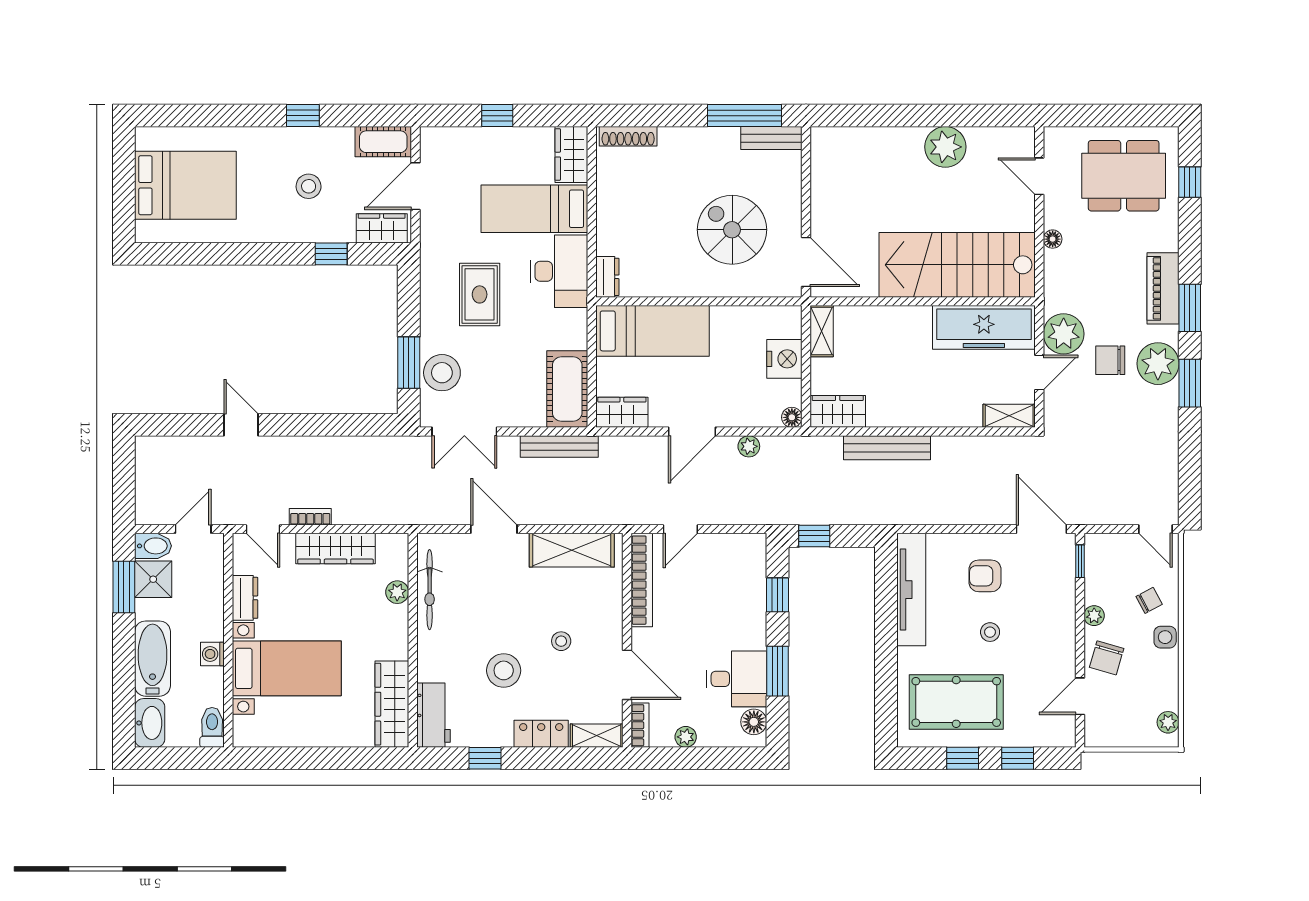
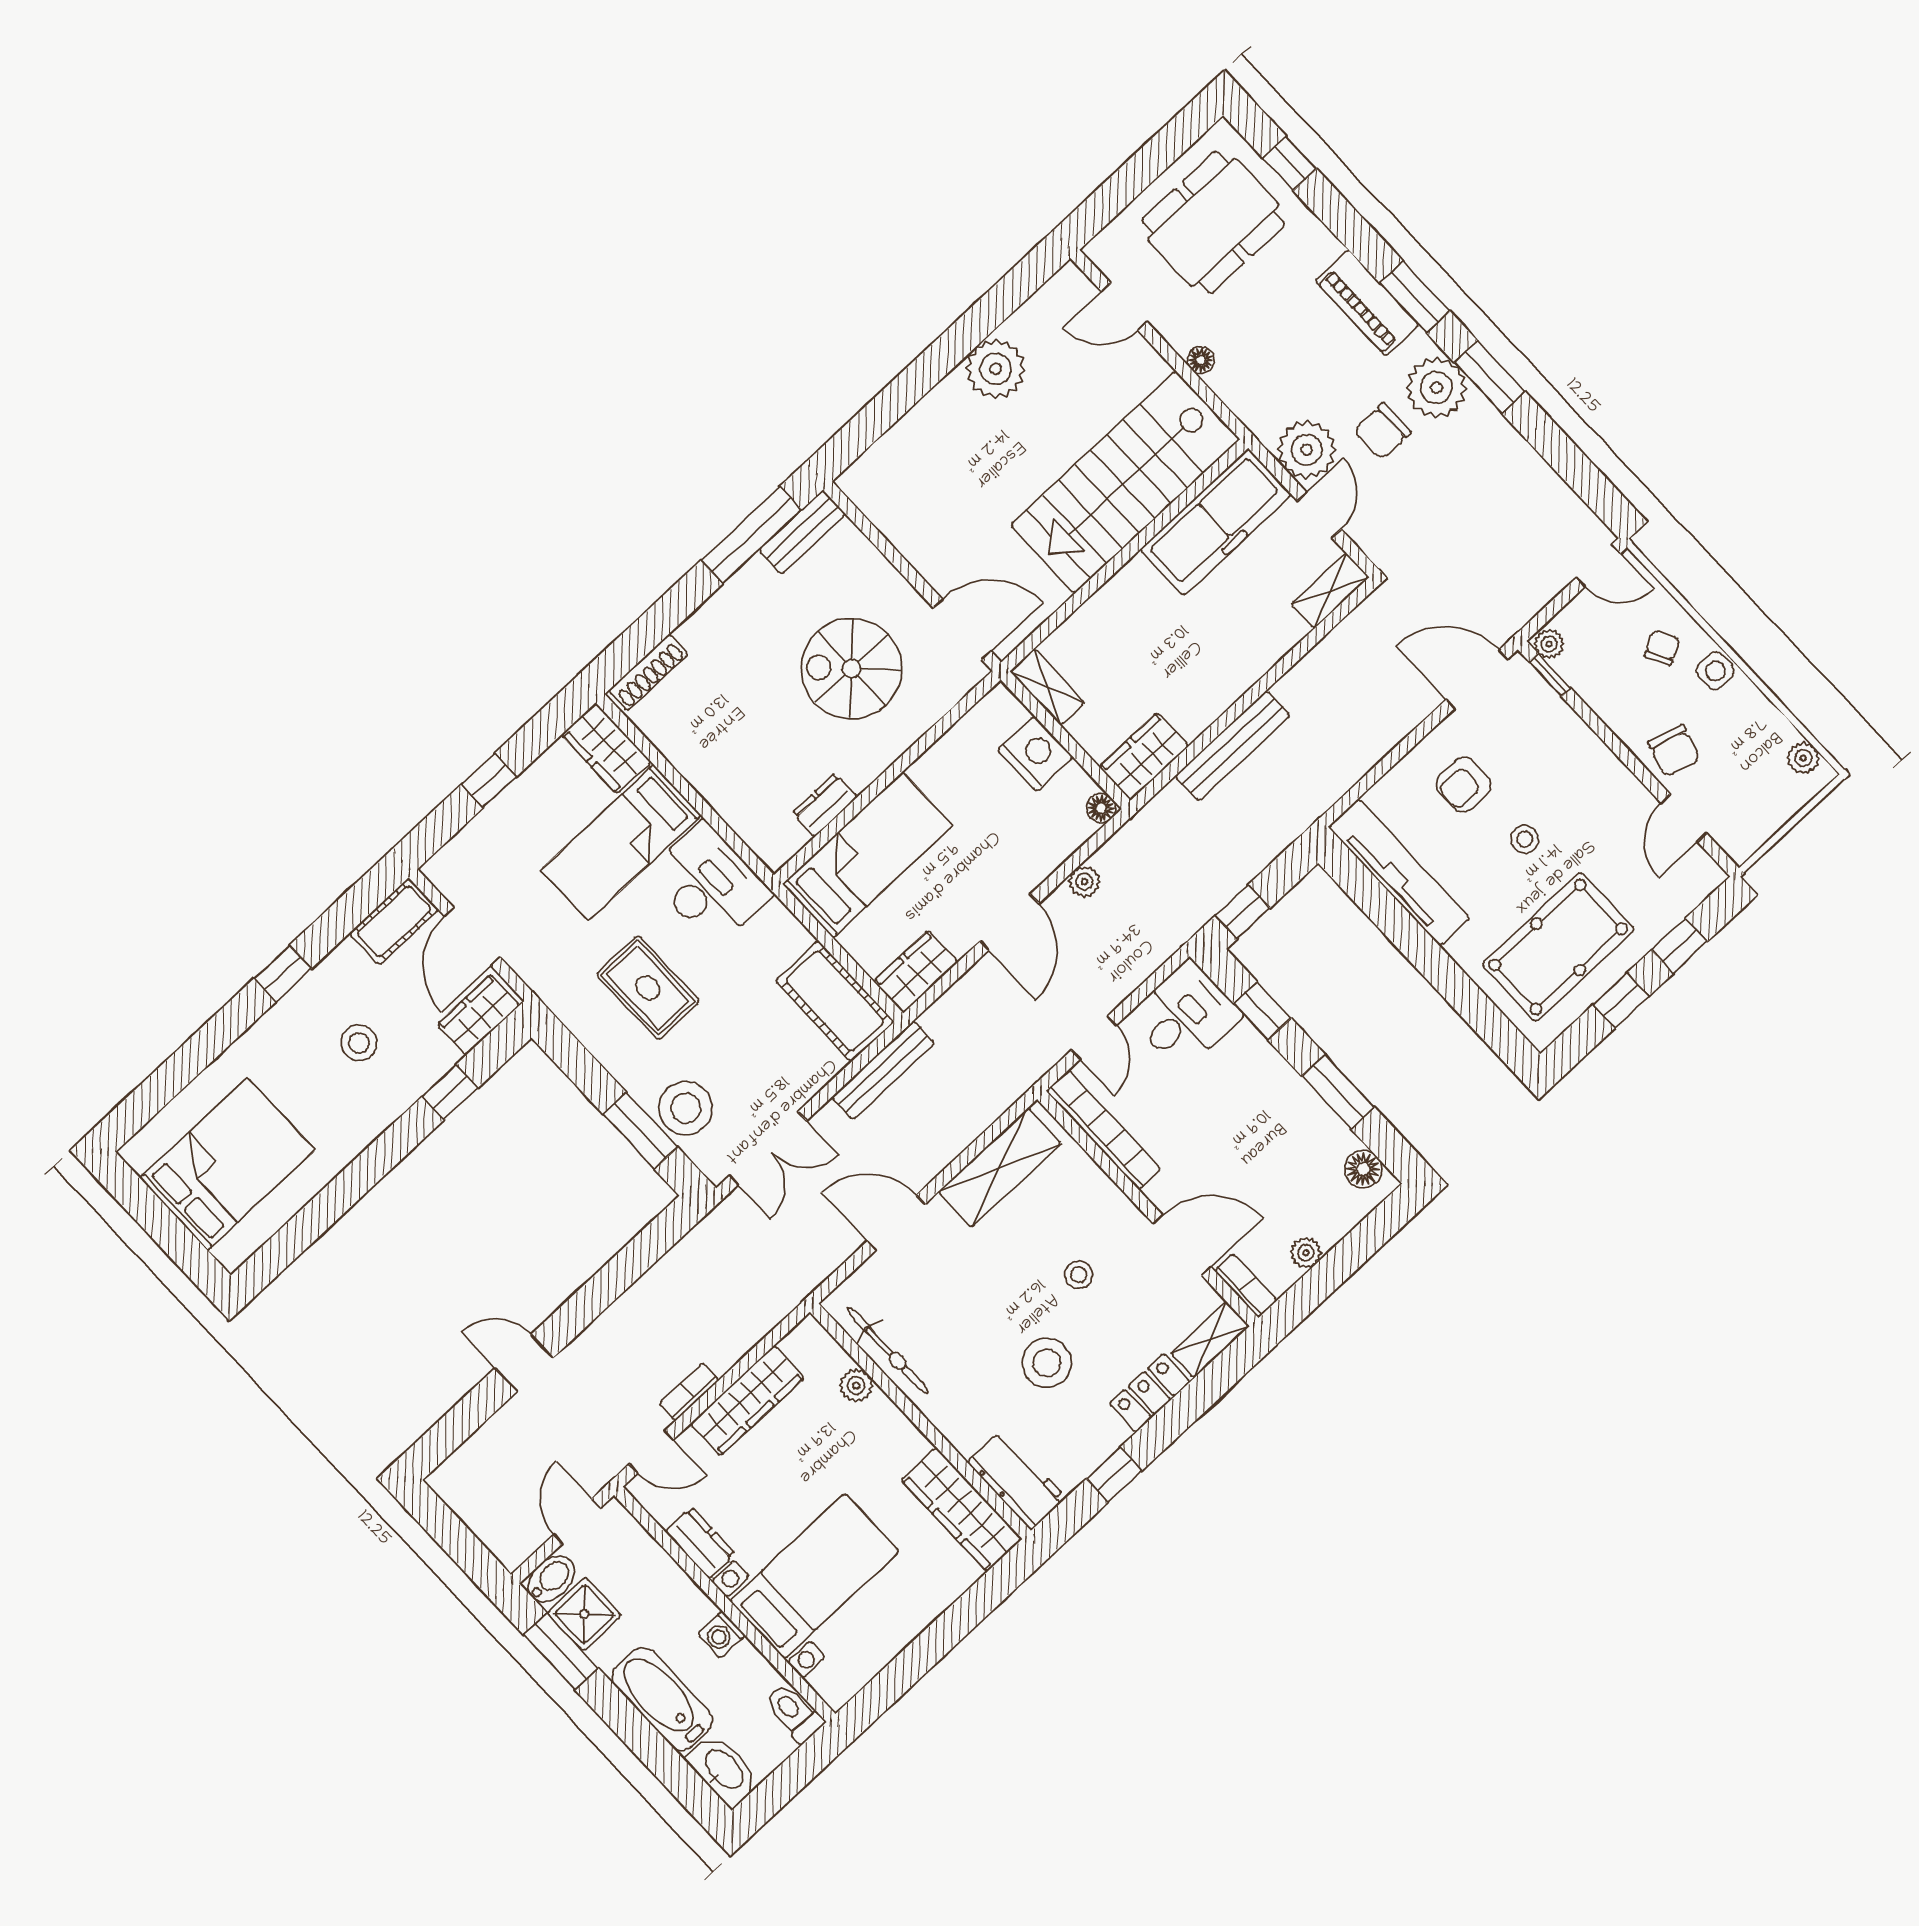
dresser: (607, 277) -> (825, 805), moved, turned -90
plant: (1094, 616) -> (1549, 644), moved
desk: (737, 679) -> (1185, 1016), moved

